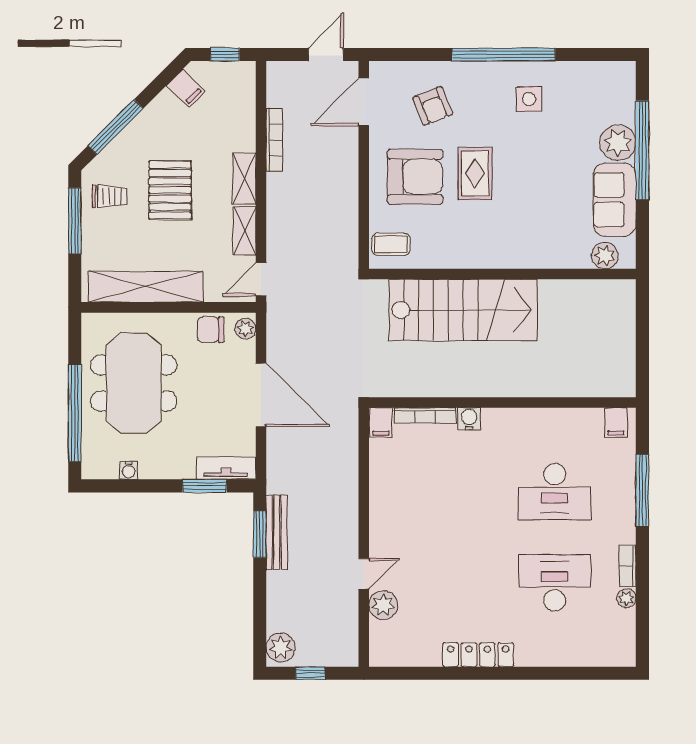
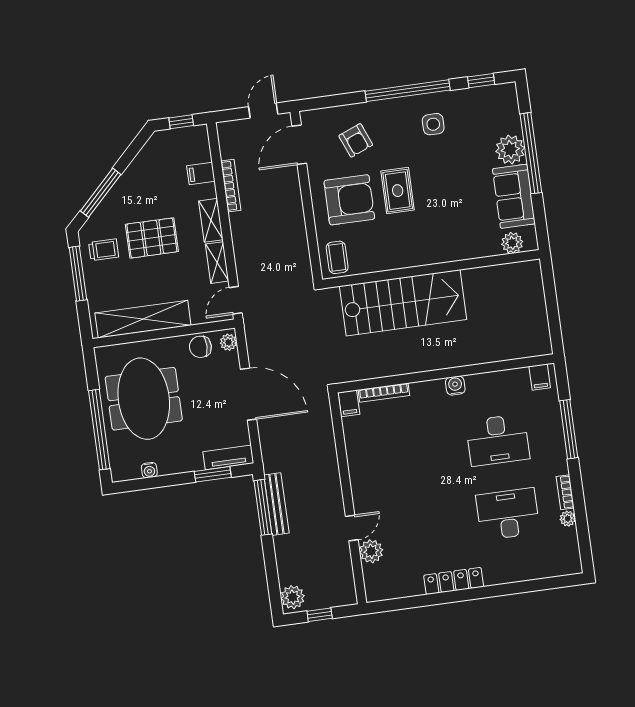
window: (594, 54) -> (481, 81), added
filing cabinet: (186, 88) -> (201, 174), moved, turned 135
pallet: (170, 190) -> (152, 238), turned 90
coffee table: (391, 244) -> (337, 257), turned 90
water cooler: (469, 419) -> (455, 386), moved
window: (260, 534) -> (263, 507), width x1.44

